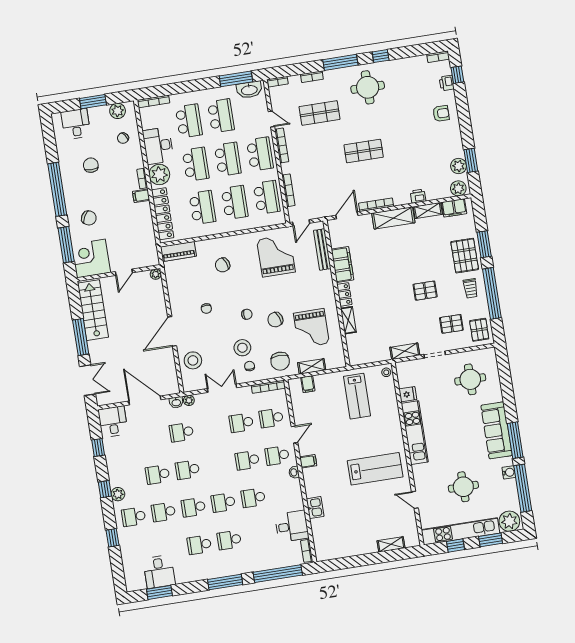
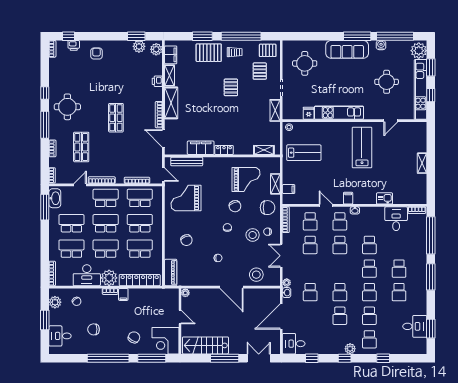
shelving: (348, 320) -> (264, 150), moved
shelving: (391, 544) -> (422, 163), moved

